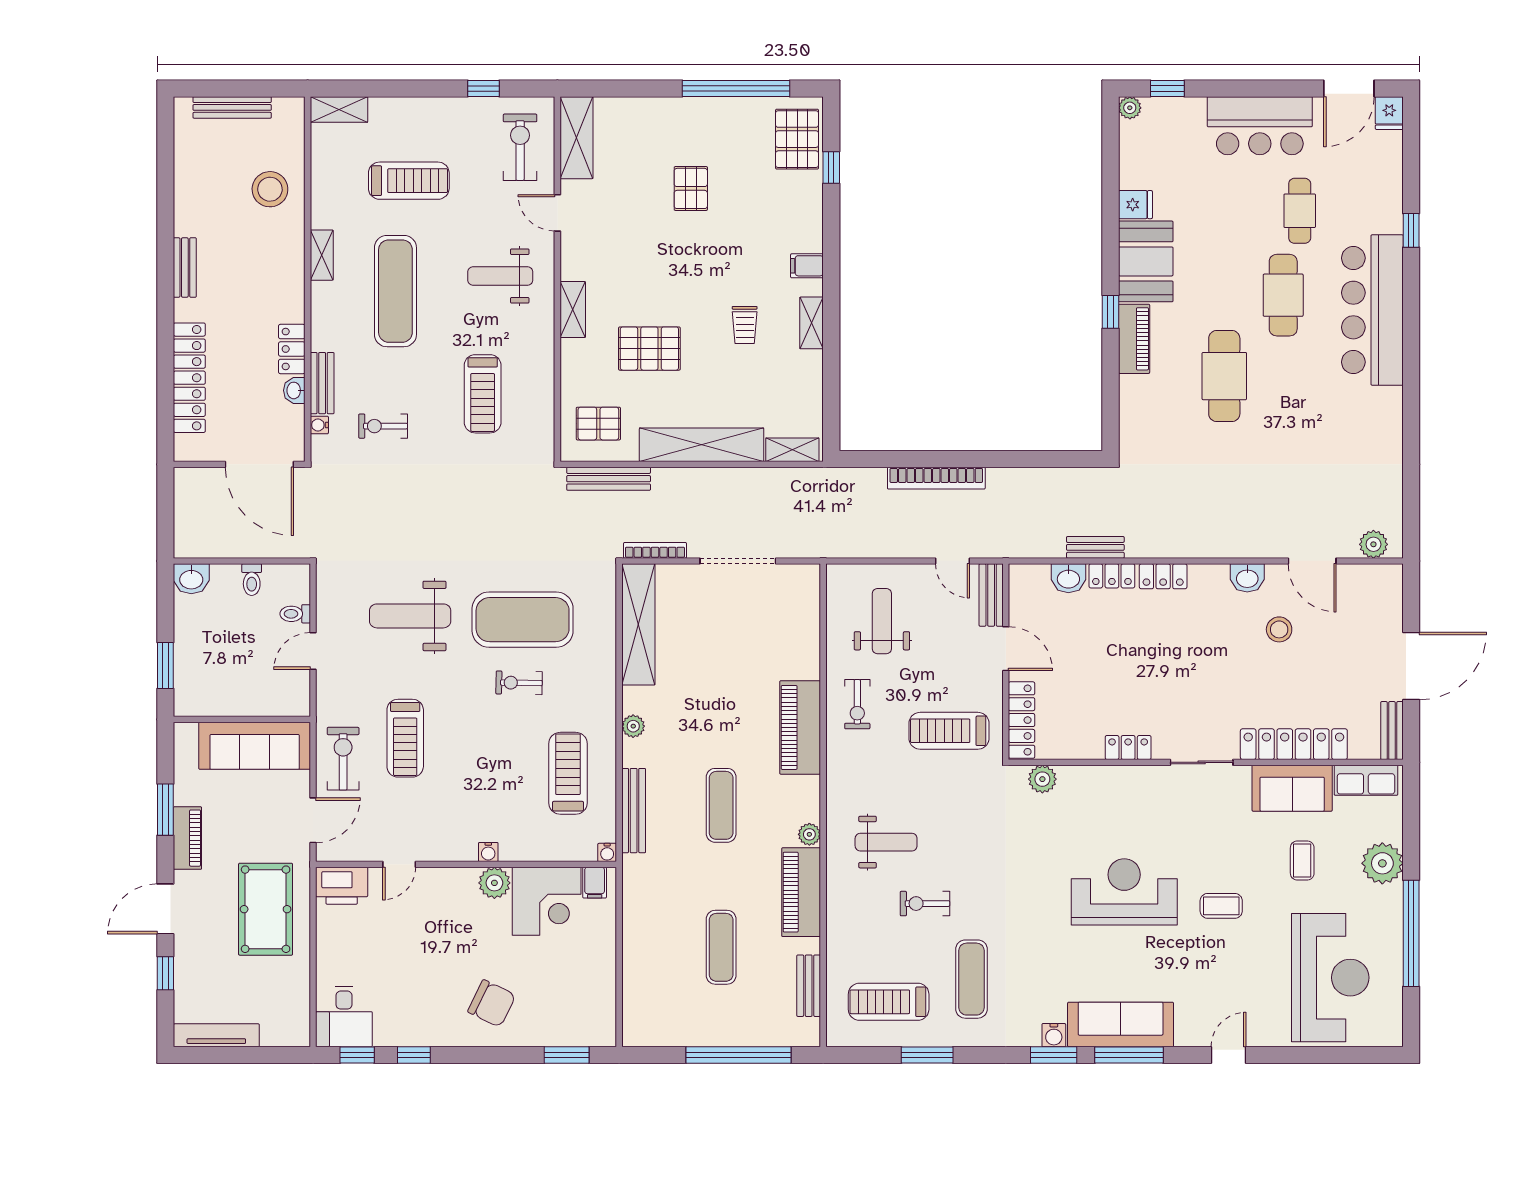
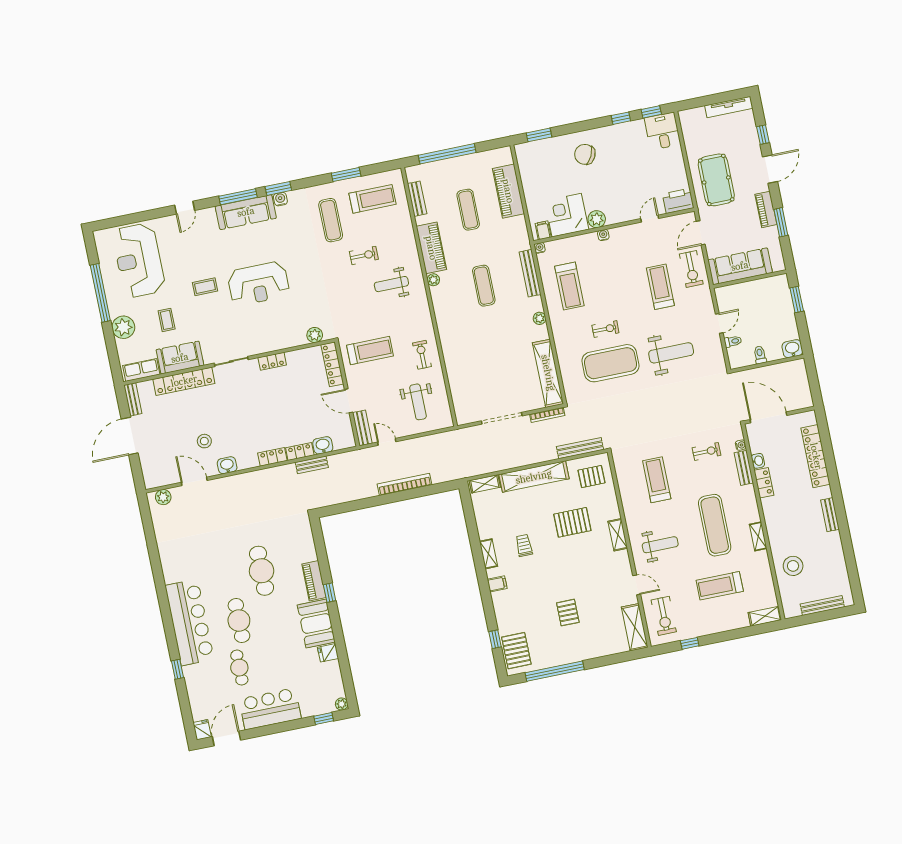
piano: (800, 727) -> (508, 191), moved, turned 180

